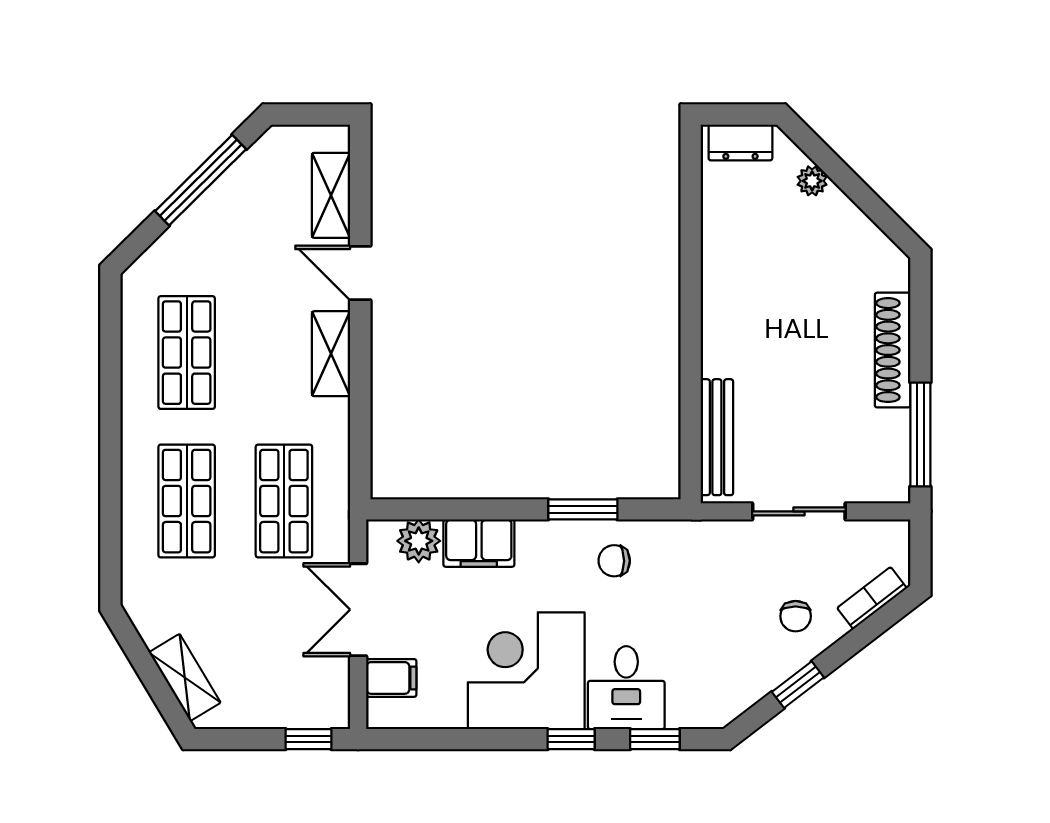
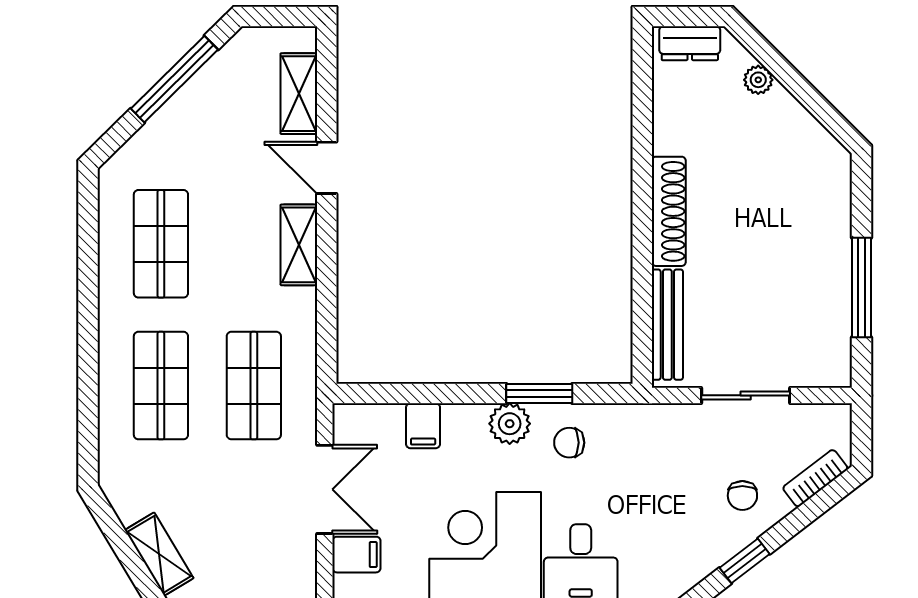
shoe rack: (893, 350) -> (669, 211), moved, turned 180
window: (920, 435) -> (862, 288), moved
plant: (419, 541) -> (510, 424), moved
filing cabinet: (479, 543) -> (423, 426), width x0.50
double door: (358, 610) -> (325, 489), swing flipped

